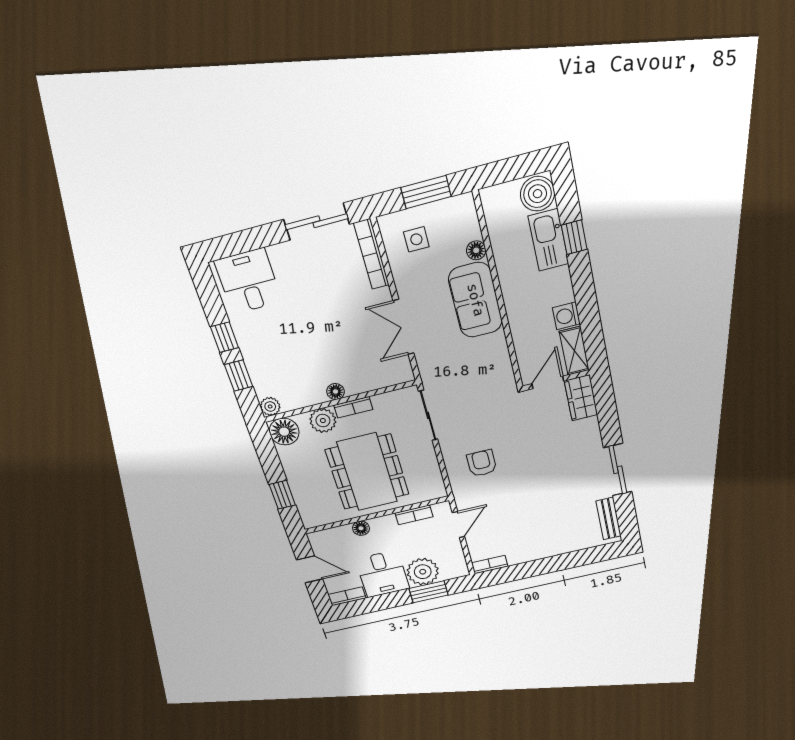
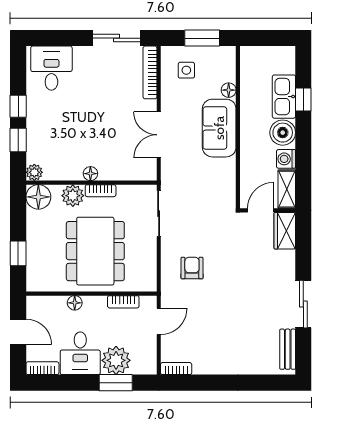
boiler: (538, 194) -> (283, 133), moved

